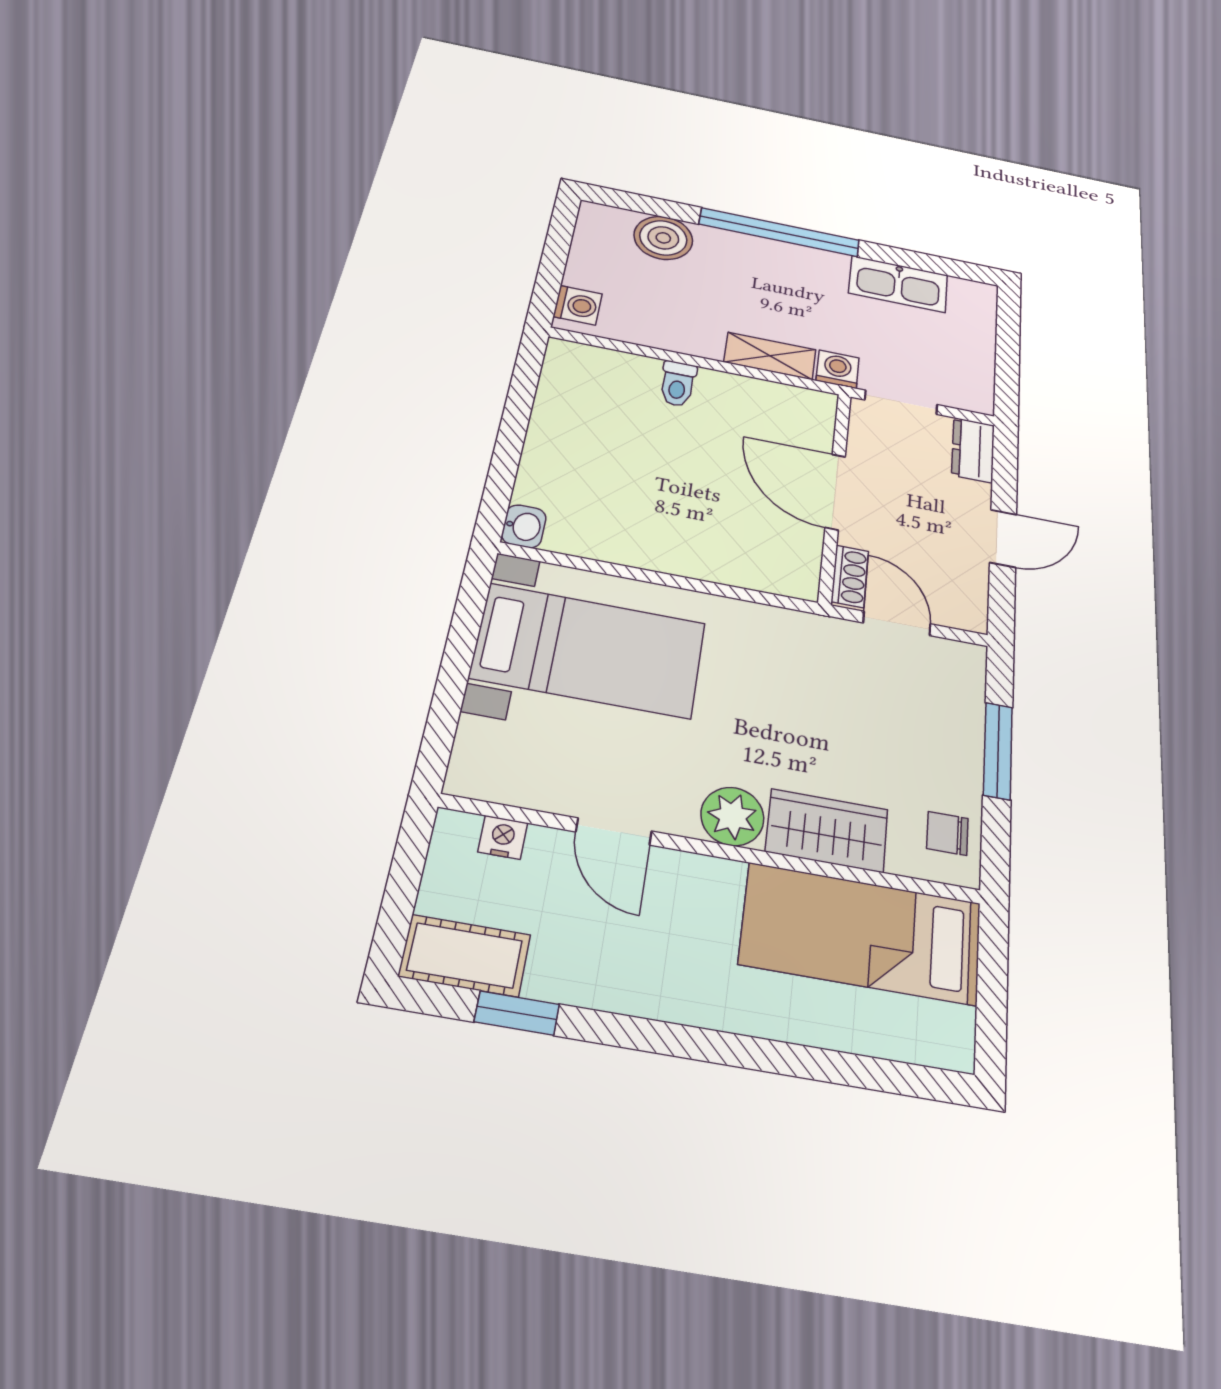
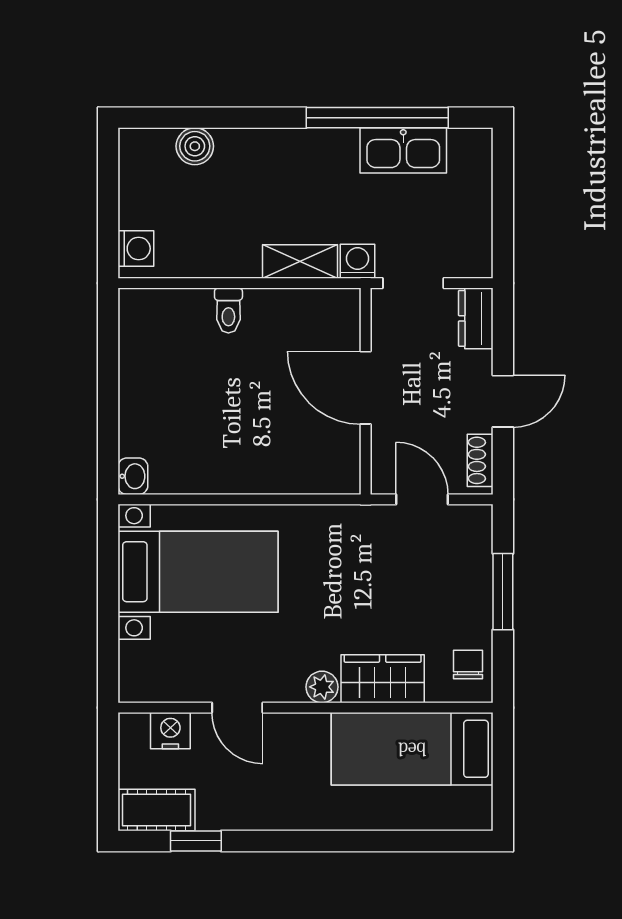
window: (779, 232) -> (377, 118), moved
boiler: (663, 238) -> (195, 146), width x0.73, depth x0.73
shoe rack: (850, 576) -> (480, 460), moved, turned 180
plant: (732, 816) -> (322, 687), width x0.73, depth x0.73
chair: (947, 833) -> (468, 665), turned 90
nightstand: (503, 837) -> (170, 731), width x1.39, depth x1.35

